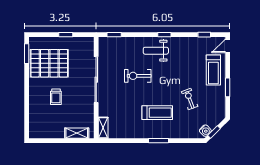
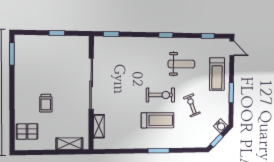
door: (228, 46) -> (232, 48), swing flipped
weight bench: (156, 51) -> (181, 64), moved, turned 180
pallet: (49, 63) -> (27, 132), moved, width x0.49, depth x0.50
exercise bike: (138, 76) -> (160, 95), moved, turned 180
shelving: (103, 128) -> (99, 126), moved
water cooler: (205, 131) -> (221, 126), moved

